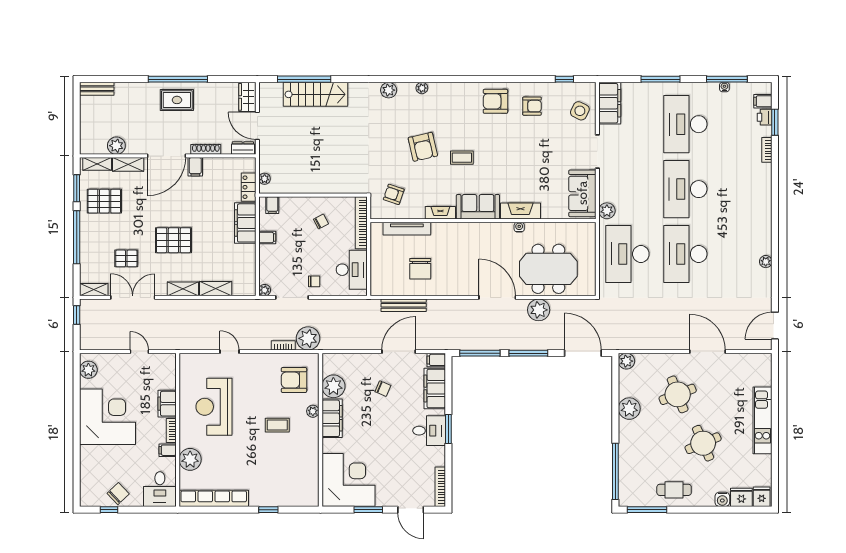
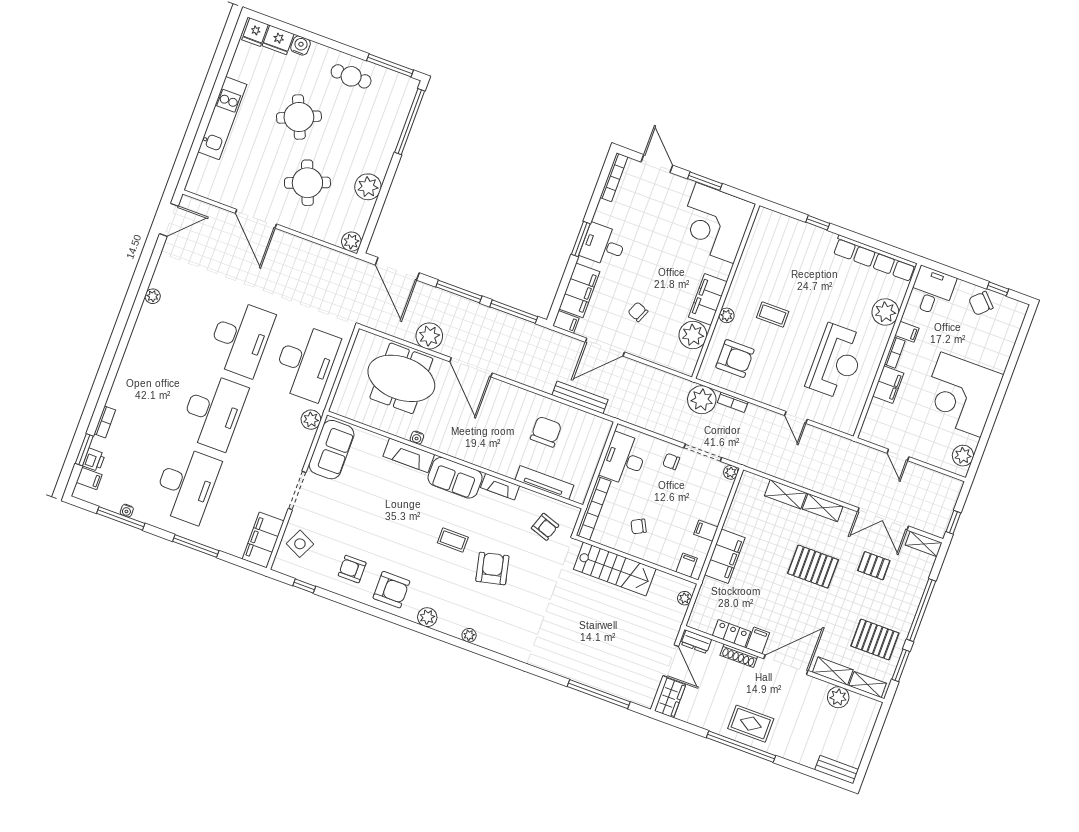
plant: (389, 90) -> (427, 617), moved
stairs: (316, 94) -> (615, 569), moved, turned 180
locker: (249, 187) -> (732, 633), moved, turned -90

